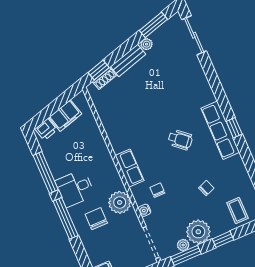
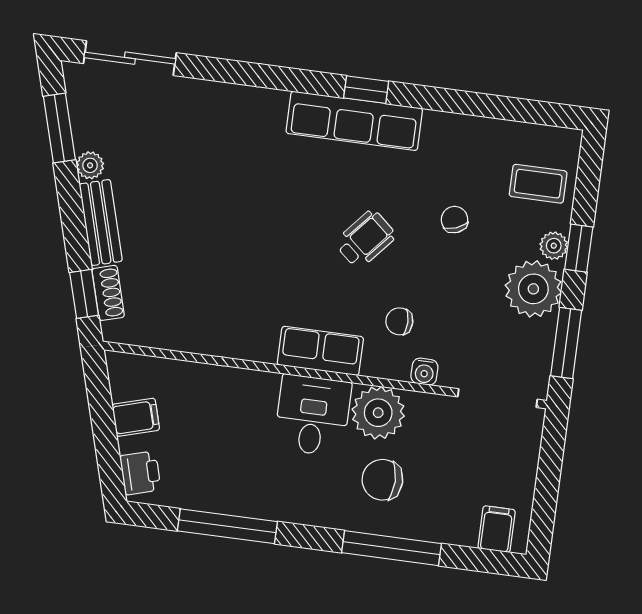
filing cabinet: (65, 116) -> (136, 417), width x0.50
wheelchair: (180, 140) -> (365, 239), moved
desk: (75, 188) -> (313, 415), moved, turned 180
window: (66, 218) -> (391, 548), moved
plant: (183, 245) -> (554, 246), moved

